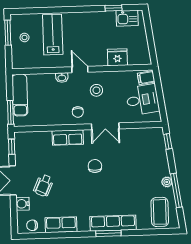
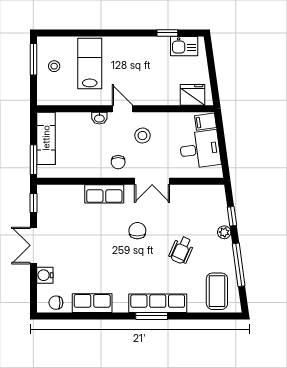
fridge: (117, 57) -> (192, 95), moved
window: (168, 141) -> (232, 216), moved
plant: (167, 182) -> (224, 232), moved
wheelchair: (44, 185) -> (181, 250), moved

